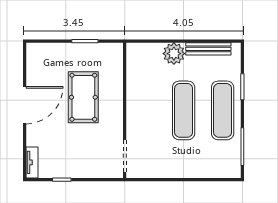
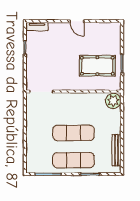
plant: (174, 54) -> (113, 101), moved
pool table: (83, 97) -> (97, 66), moved
door: (25, 105) -> (77, 21), width x0.53

